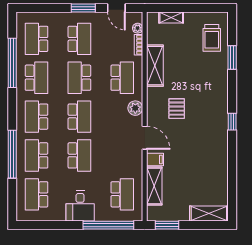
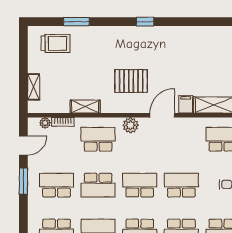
shelving: (155, 66) -> (85, 107), width x0.67, depth x0.75
pallet: (177, 109) -> (131, 81), width x1.50, depth x1.42

